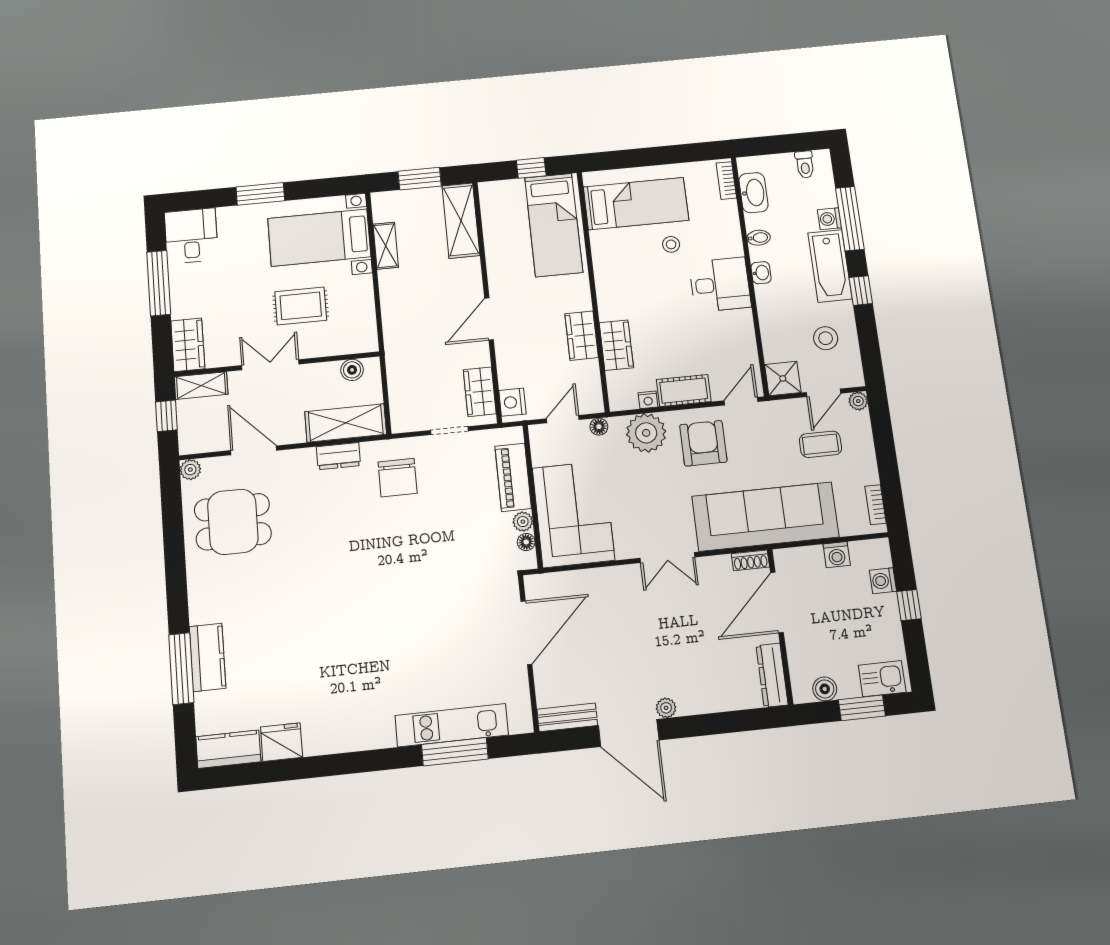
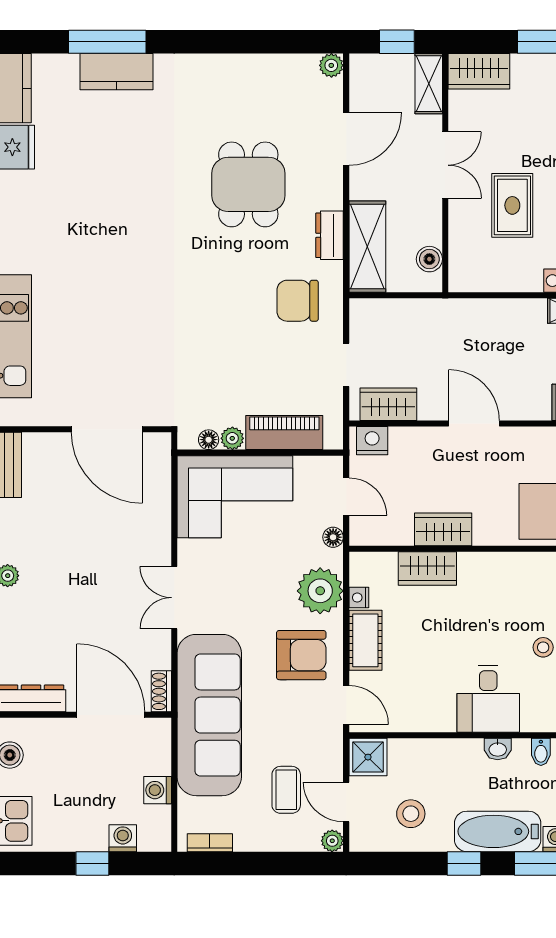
dining table: (233, 522) -> (248, 184), moved

